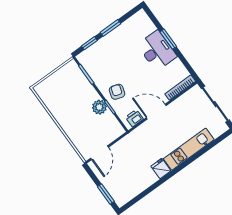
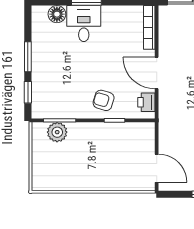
floor lamp: (148, 27) -> (57, 14), added
desk: (157, 51) -> (84, 24), width x0.73
plant: (99, 107) -> (57, 132), moved
door: (156, 112) -> (157, 73), hinge flipped

